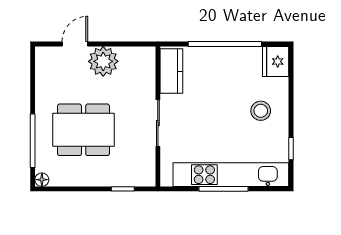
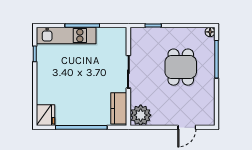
plant: (103, 61) -> (141, 115), moved
stool: (261, 111) -> (56, 80), removed
dining table: (84, 130) -> (181, 67), width x0.73
kitchen unit: (231, 175) -> (66, 36), width x0.73

